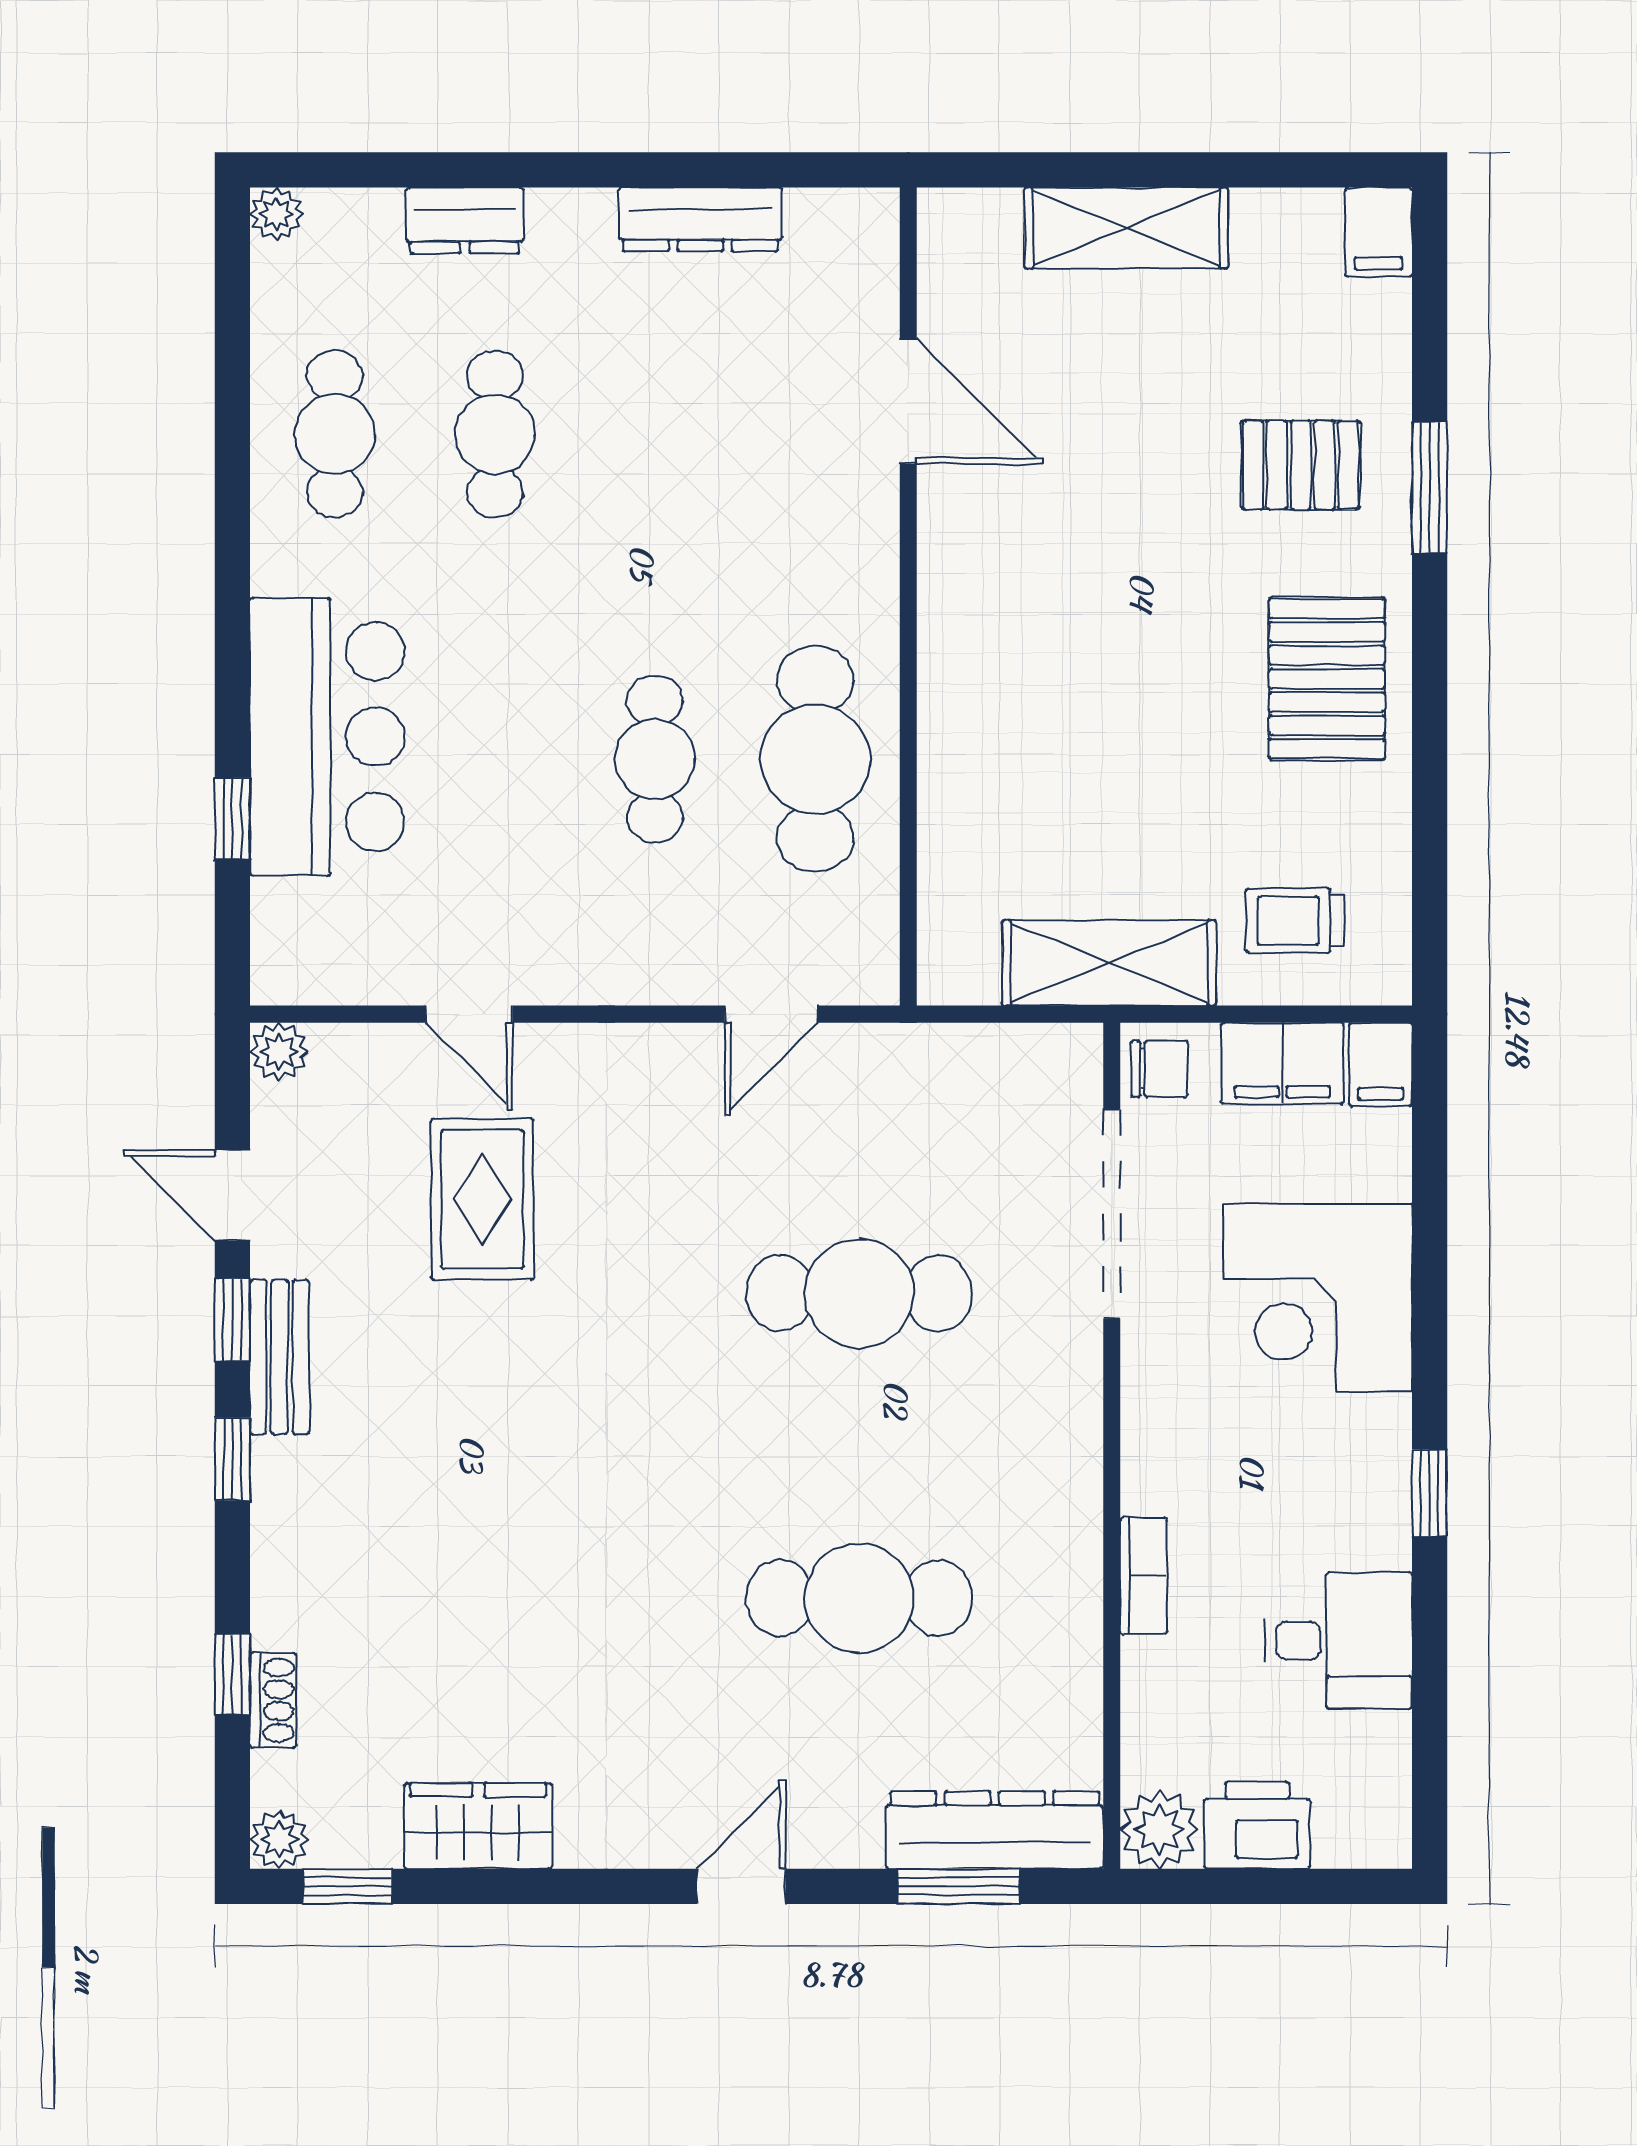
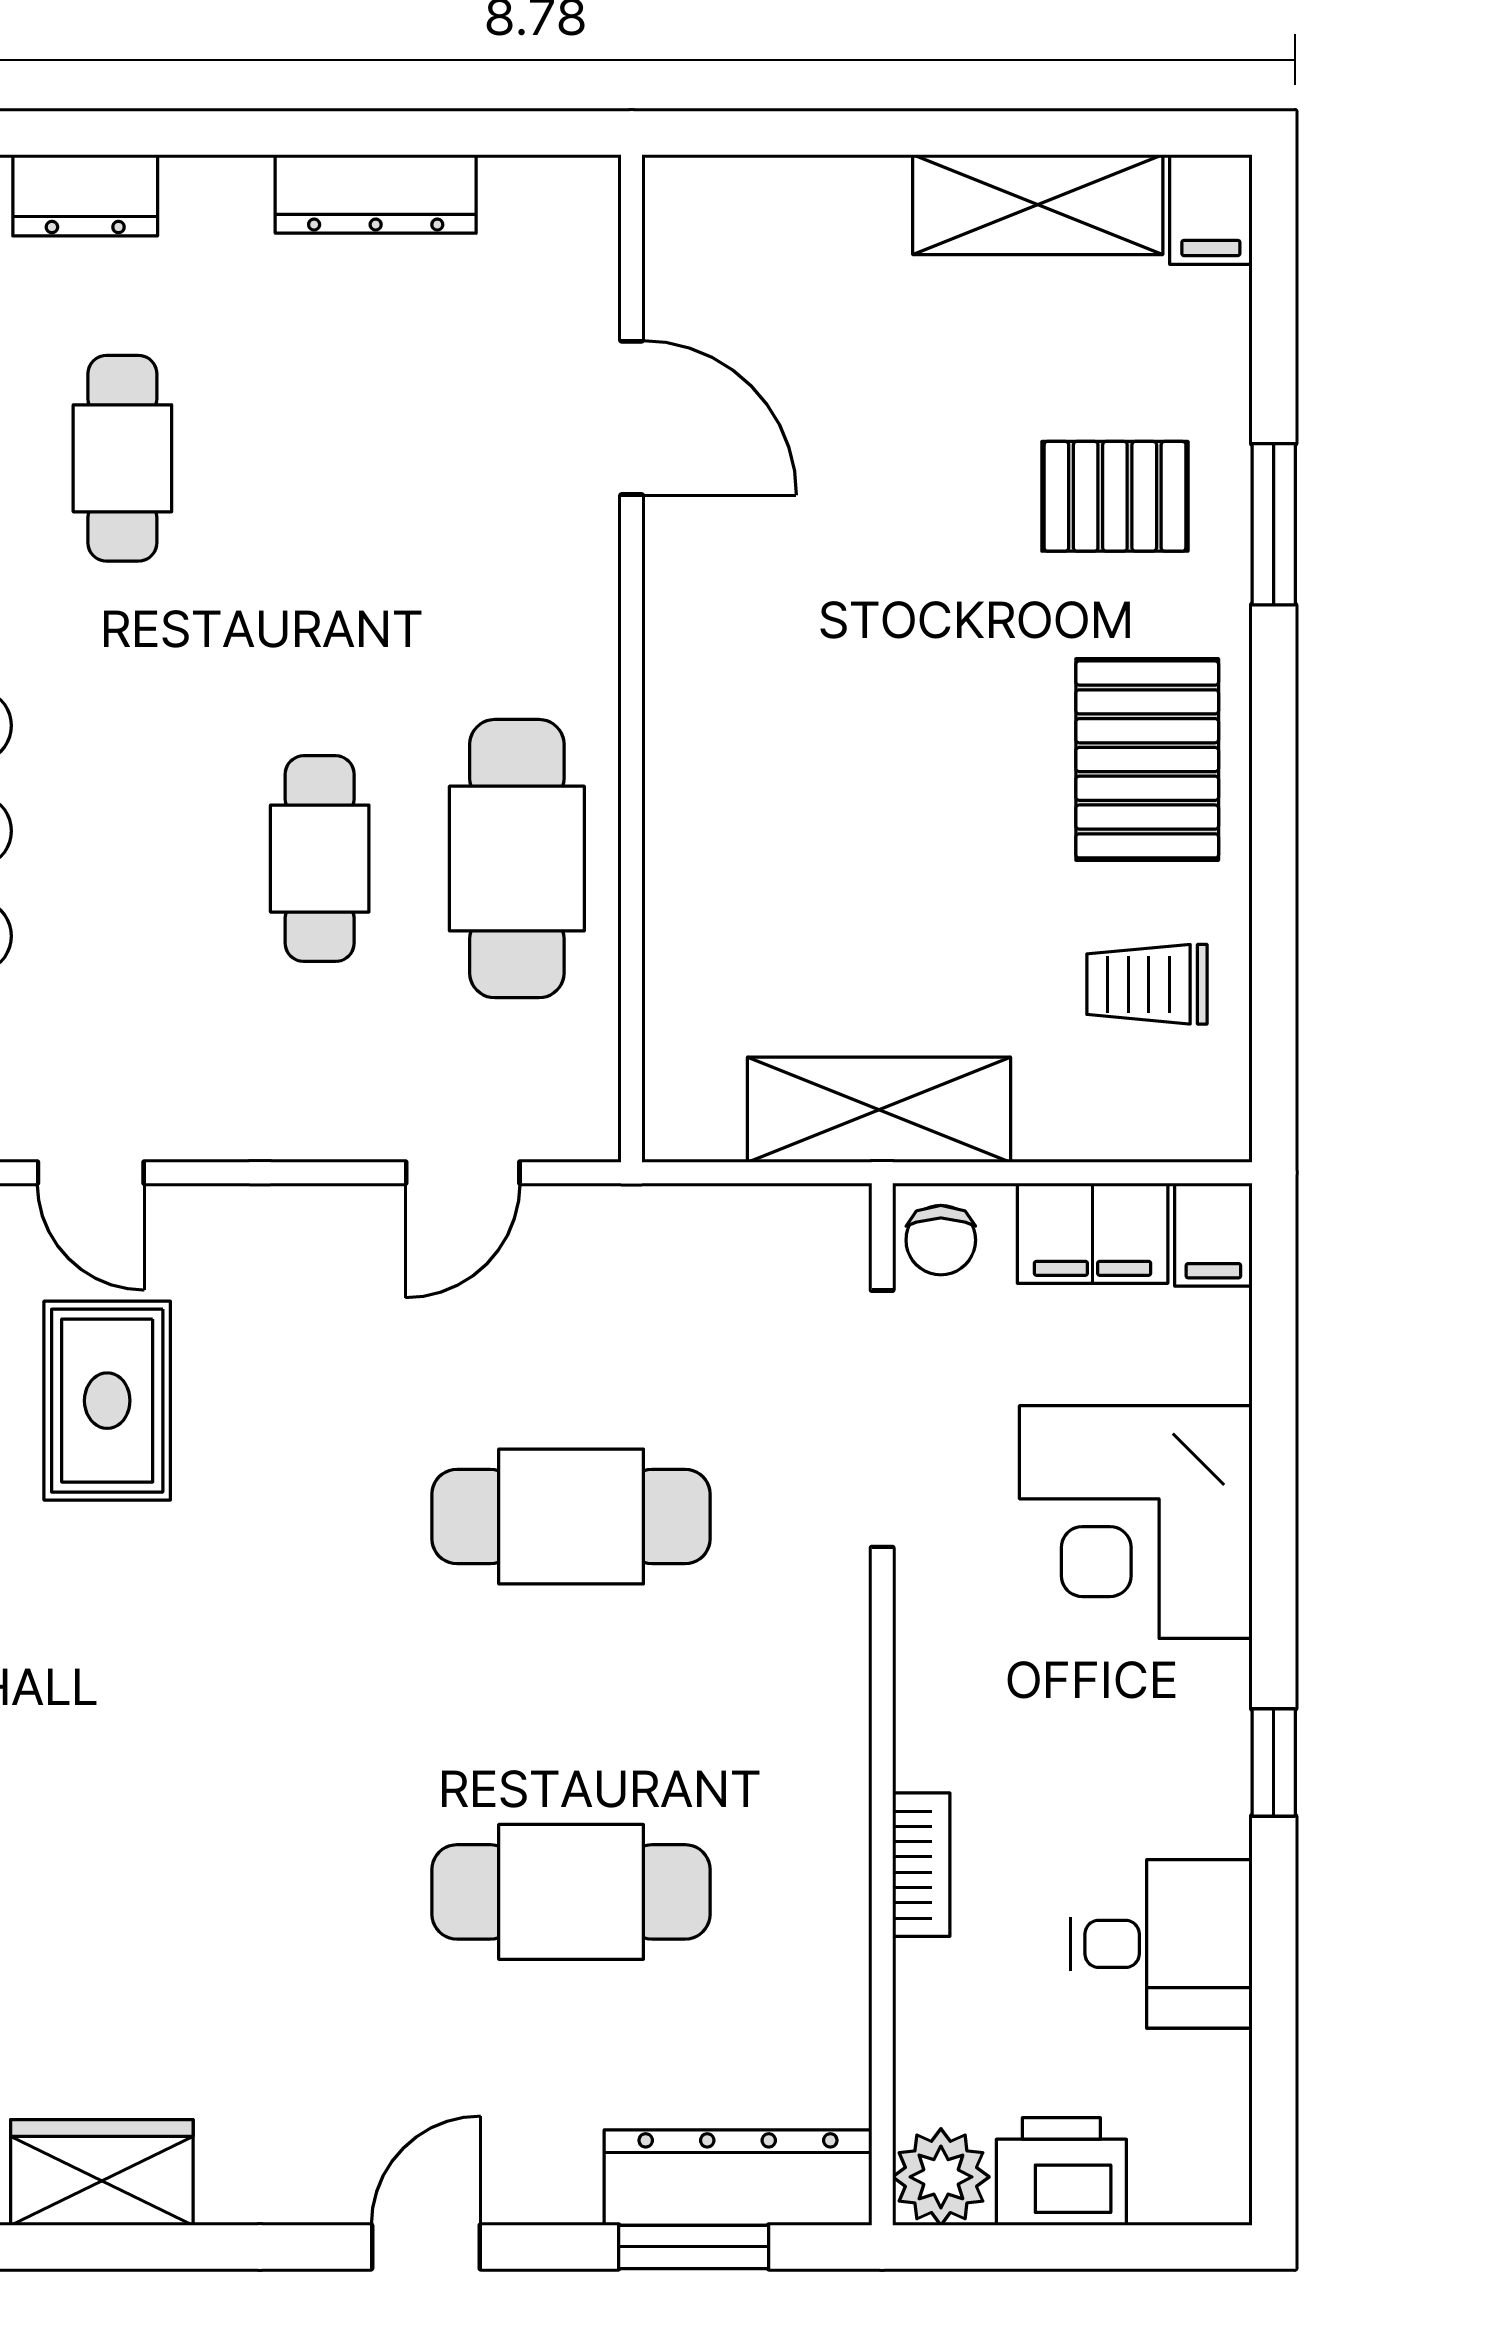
shelving: (1126, 228) -> (1038, 205), moved
trolley: (1295, 921) -> (1147, 984), moved
chair: (1159, 1069) -> (941, 1240), turned 90

